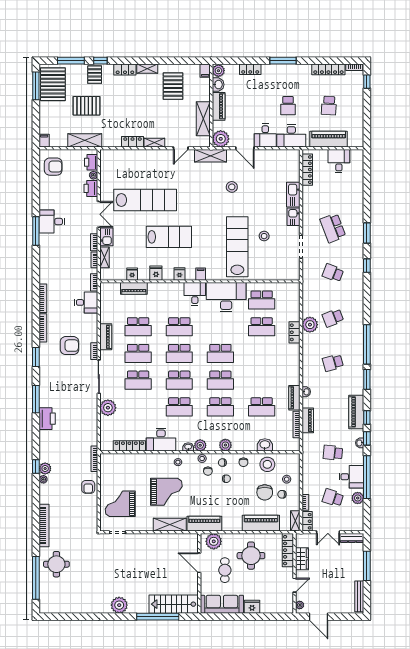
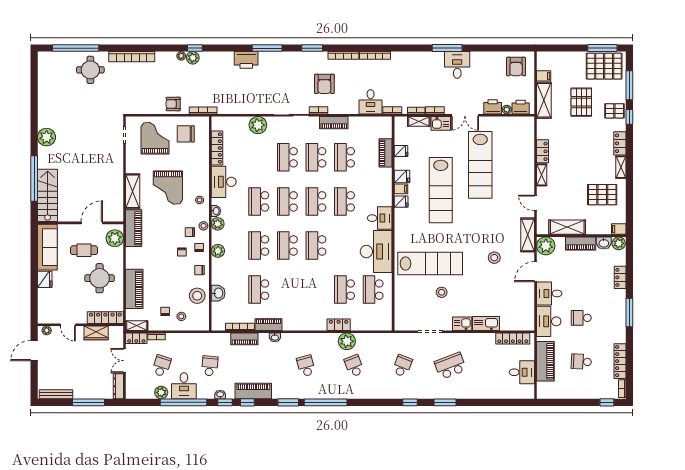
filing cabinet: (44, 141) -> (544, 76), moved
lab bench: (169, 237) -> (441, 190), width x1.36
filing cabinet: (201, 274) -> (401, 189), moved
chair: (265, 492) -> (186, 134), moved

